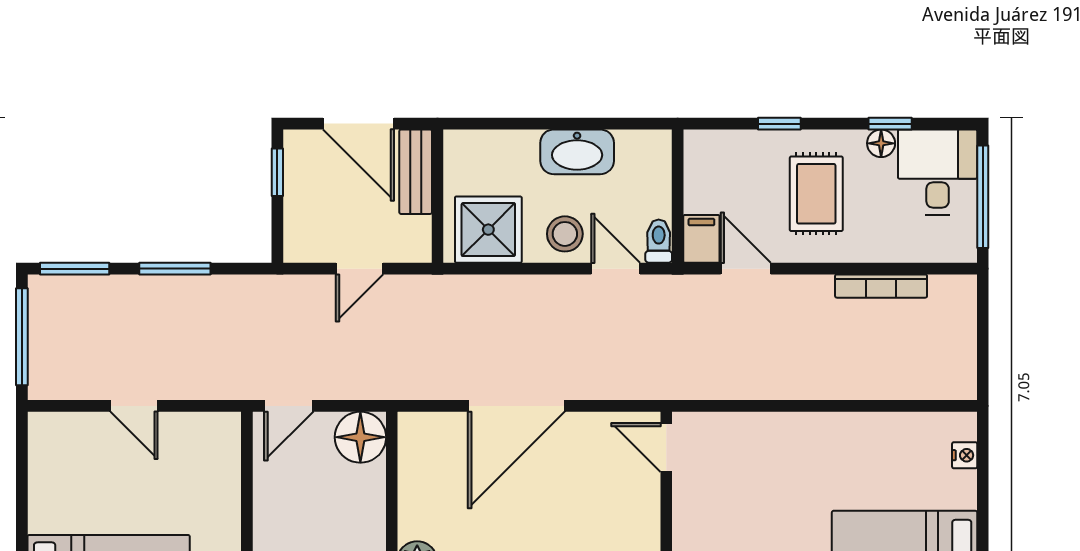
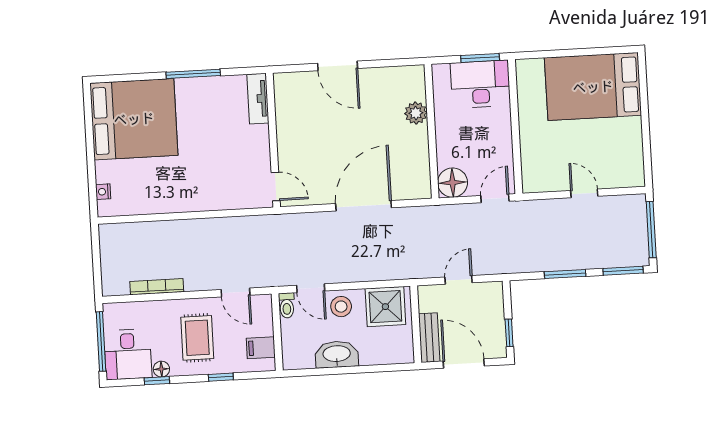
filing cabinet: (701, 239) -> (261, 348), moved, turned 90

